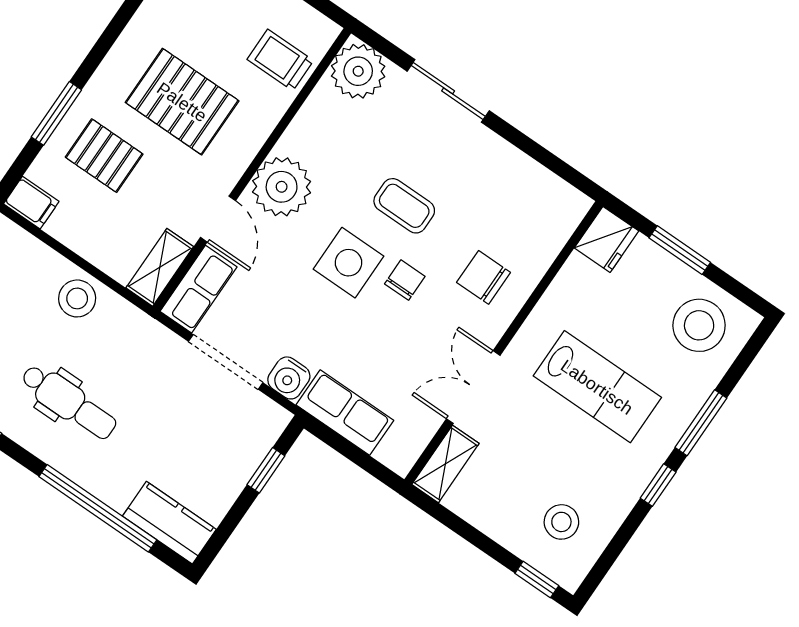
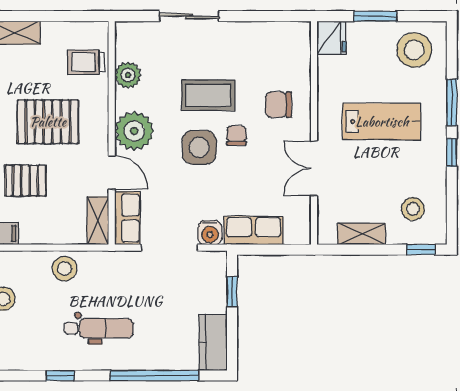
plant: (358, 71) -> (128, 75), moved, width x0.73, depth x0.73
coffee table: (404, 206) -> (208, 95), width x1.36, depth x1.30
shelving: (445, 464) -> (362, 234), moved, turned 90
kitchen counter: (169, 523) -> (213, 342), moved, turned -90

